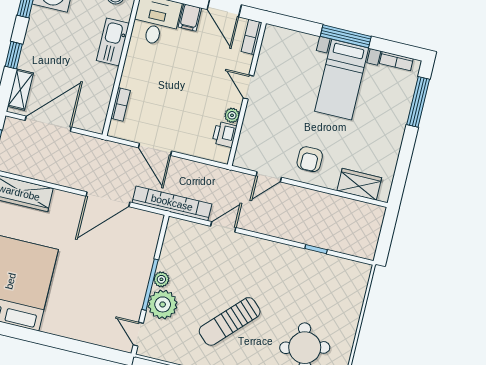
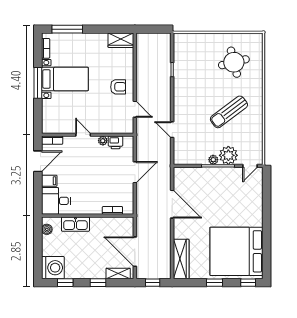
door: (248, 87) -> (83, 135), swing flipped
door: (155, 149) -> (135, 172), moved
wardrobe: (359, 184) -> (121, 40), moved, turned -90
bookcase: (172, 203) -> (165, 164), removed
sun lounger: (230, 321) -> (229, 112), turned 99

